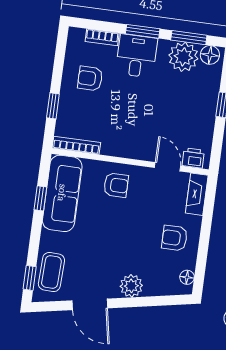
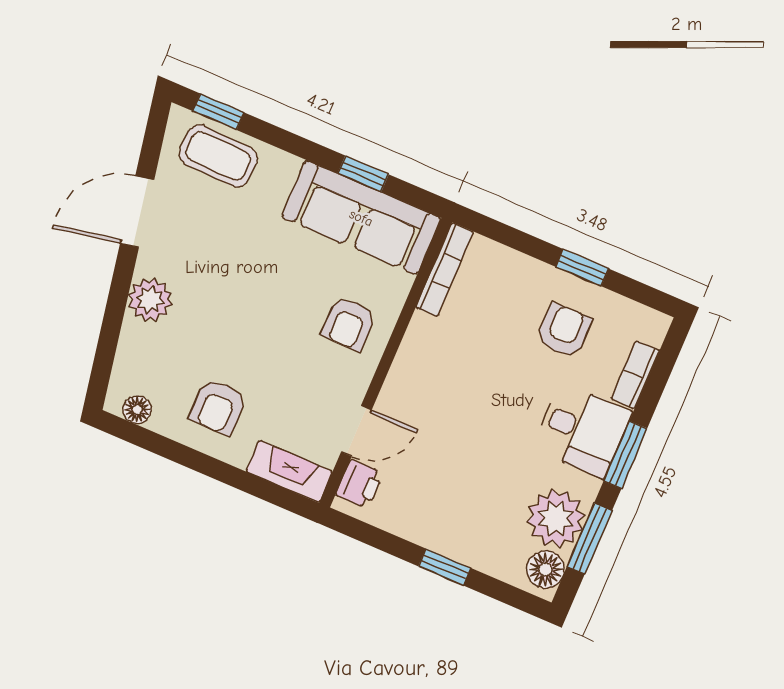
window: (53, 106) -> (582, 268), moved
armchair: (175, 238) -> (218, 407), turned 180

